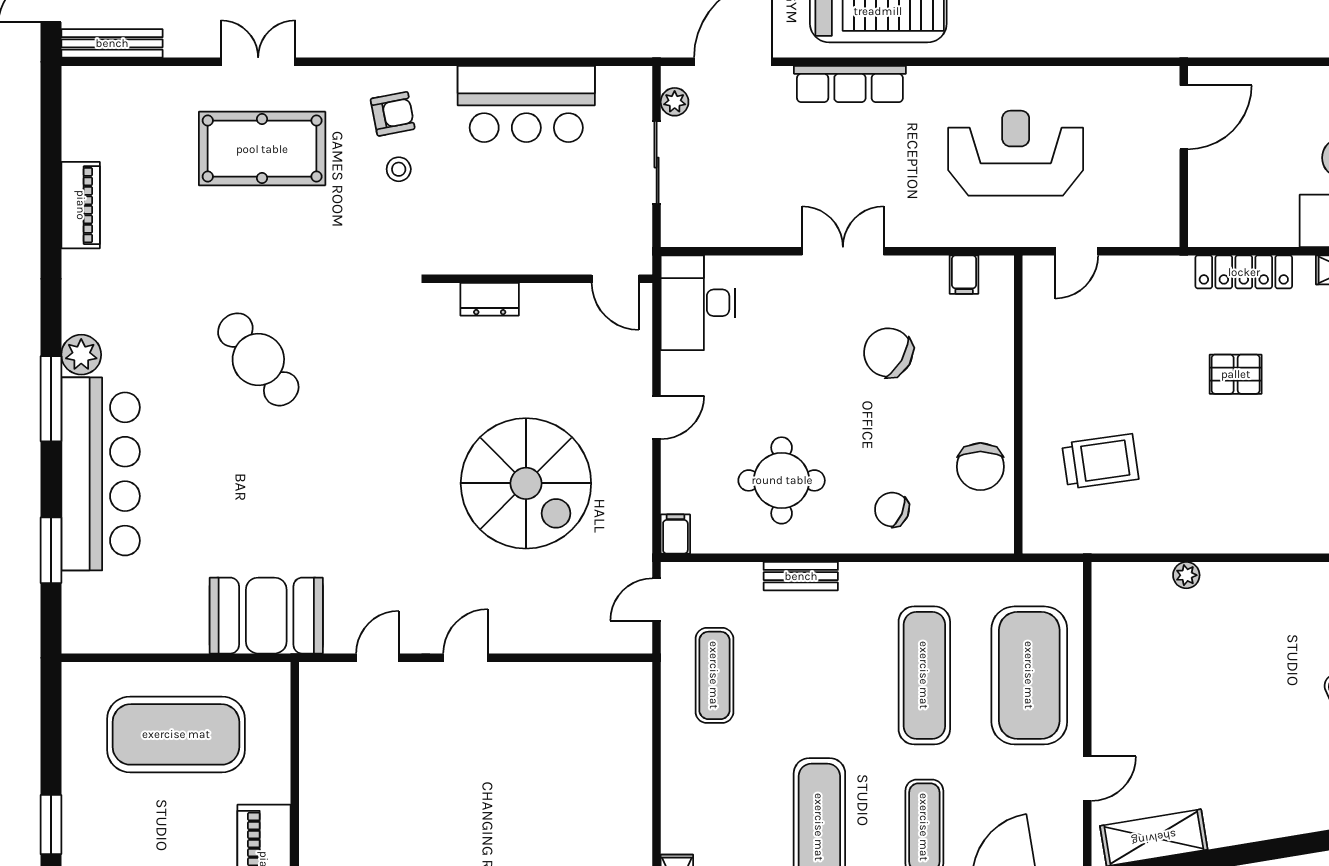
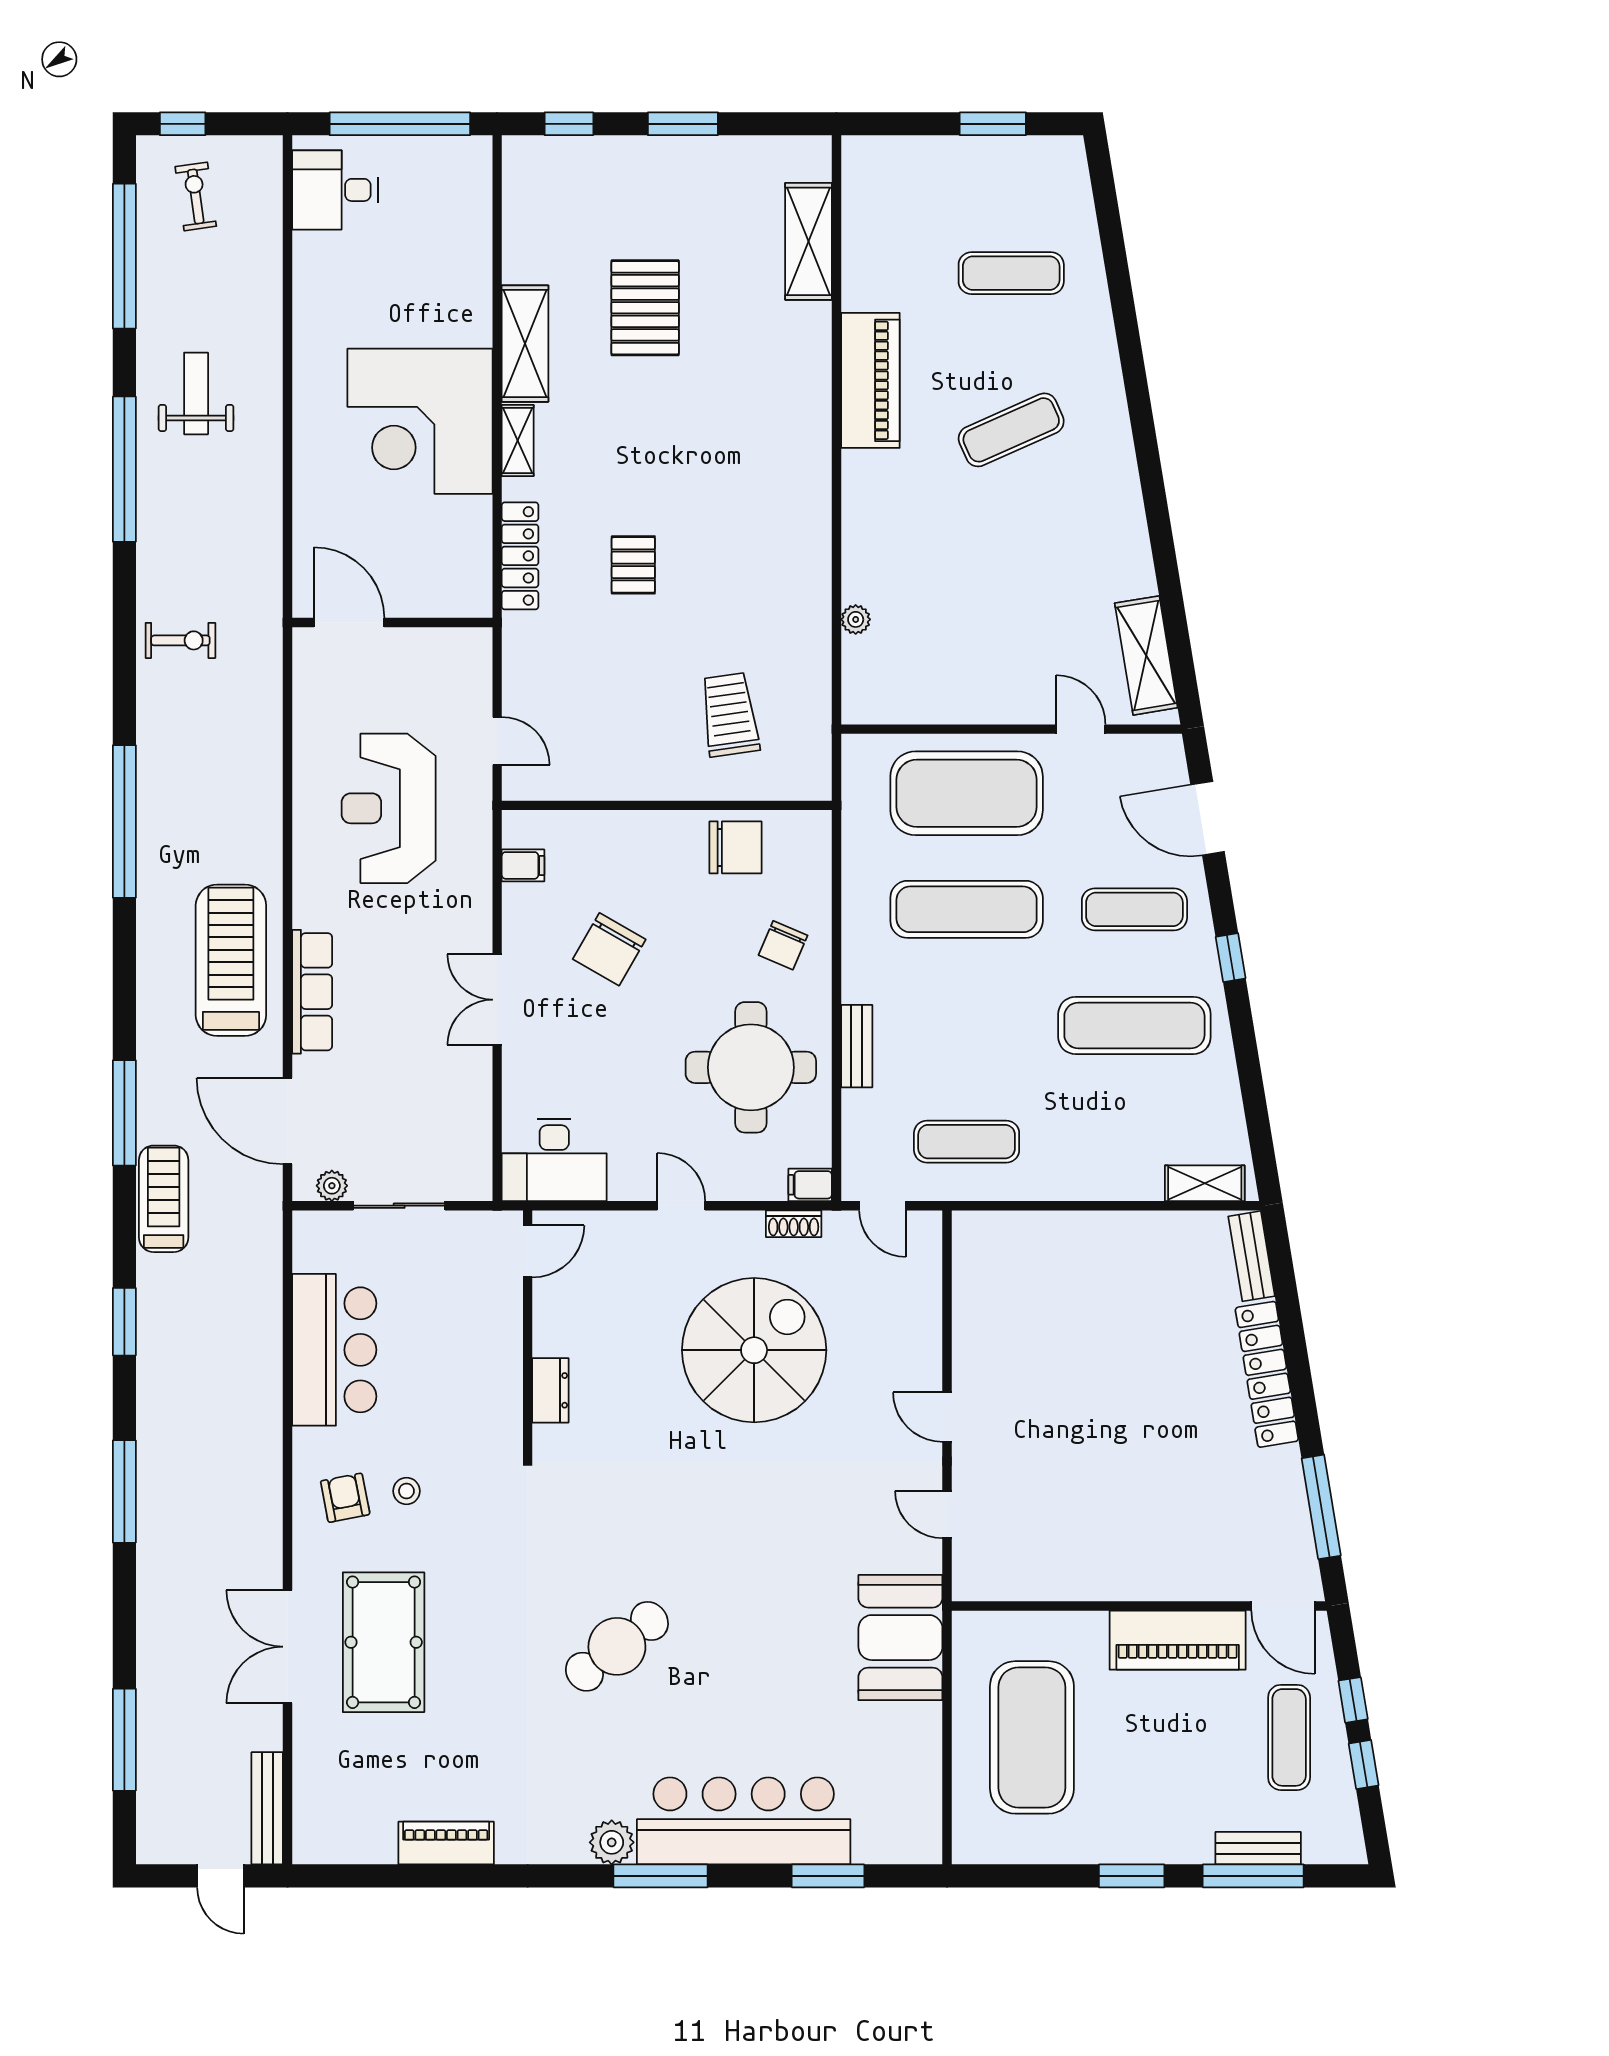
double door: (258, 62) -> (287, 1647), width x1.37
round table: (782, 480) -> (751, 1067), width x1.36, depth x1.36
shoe rack: (640, 519) -> (794, 1224), added

